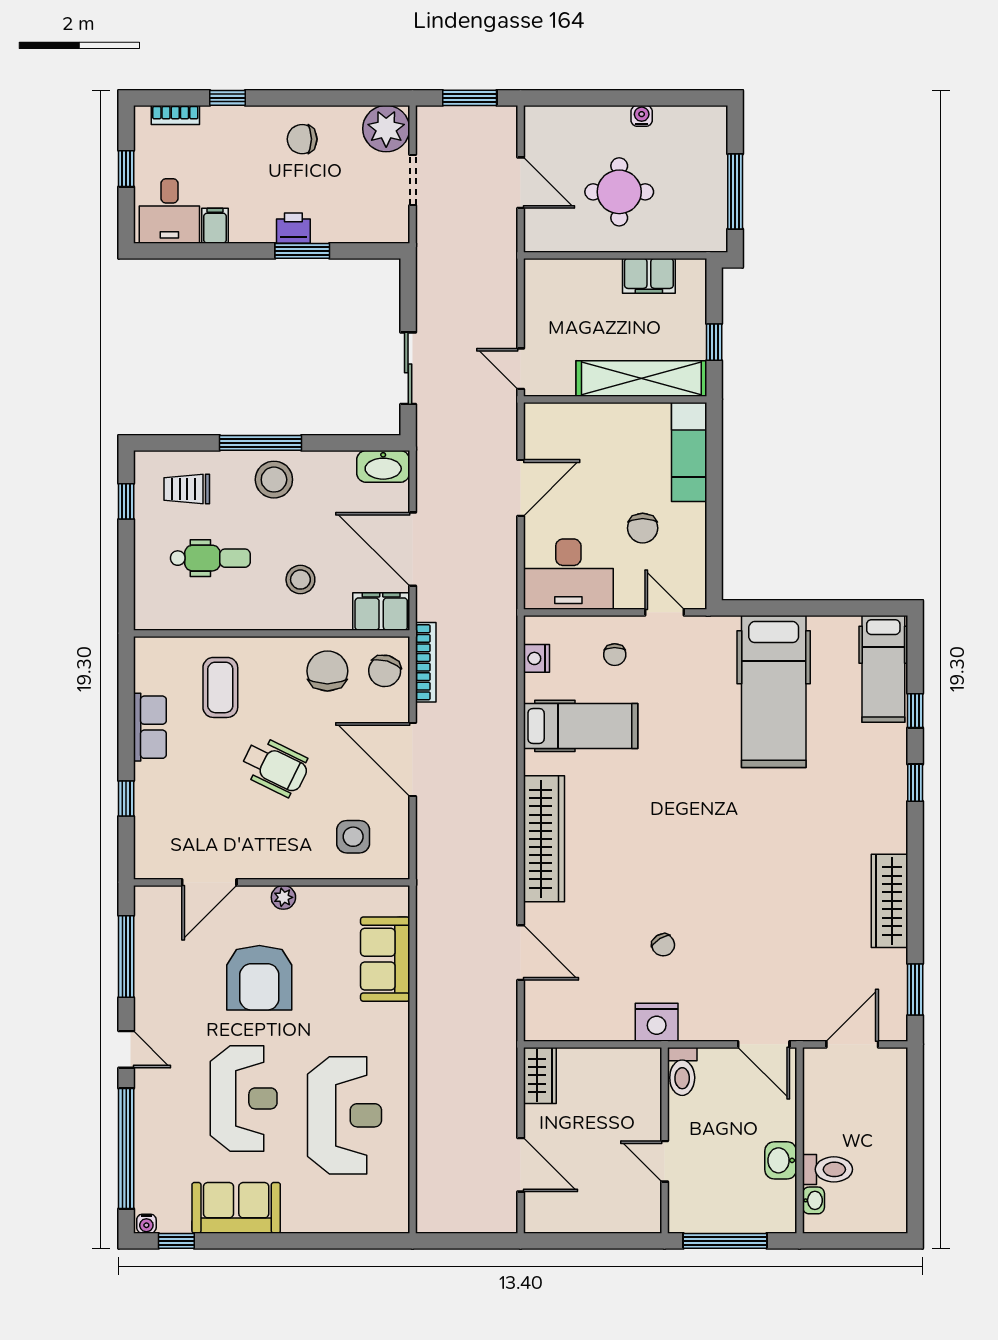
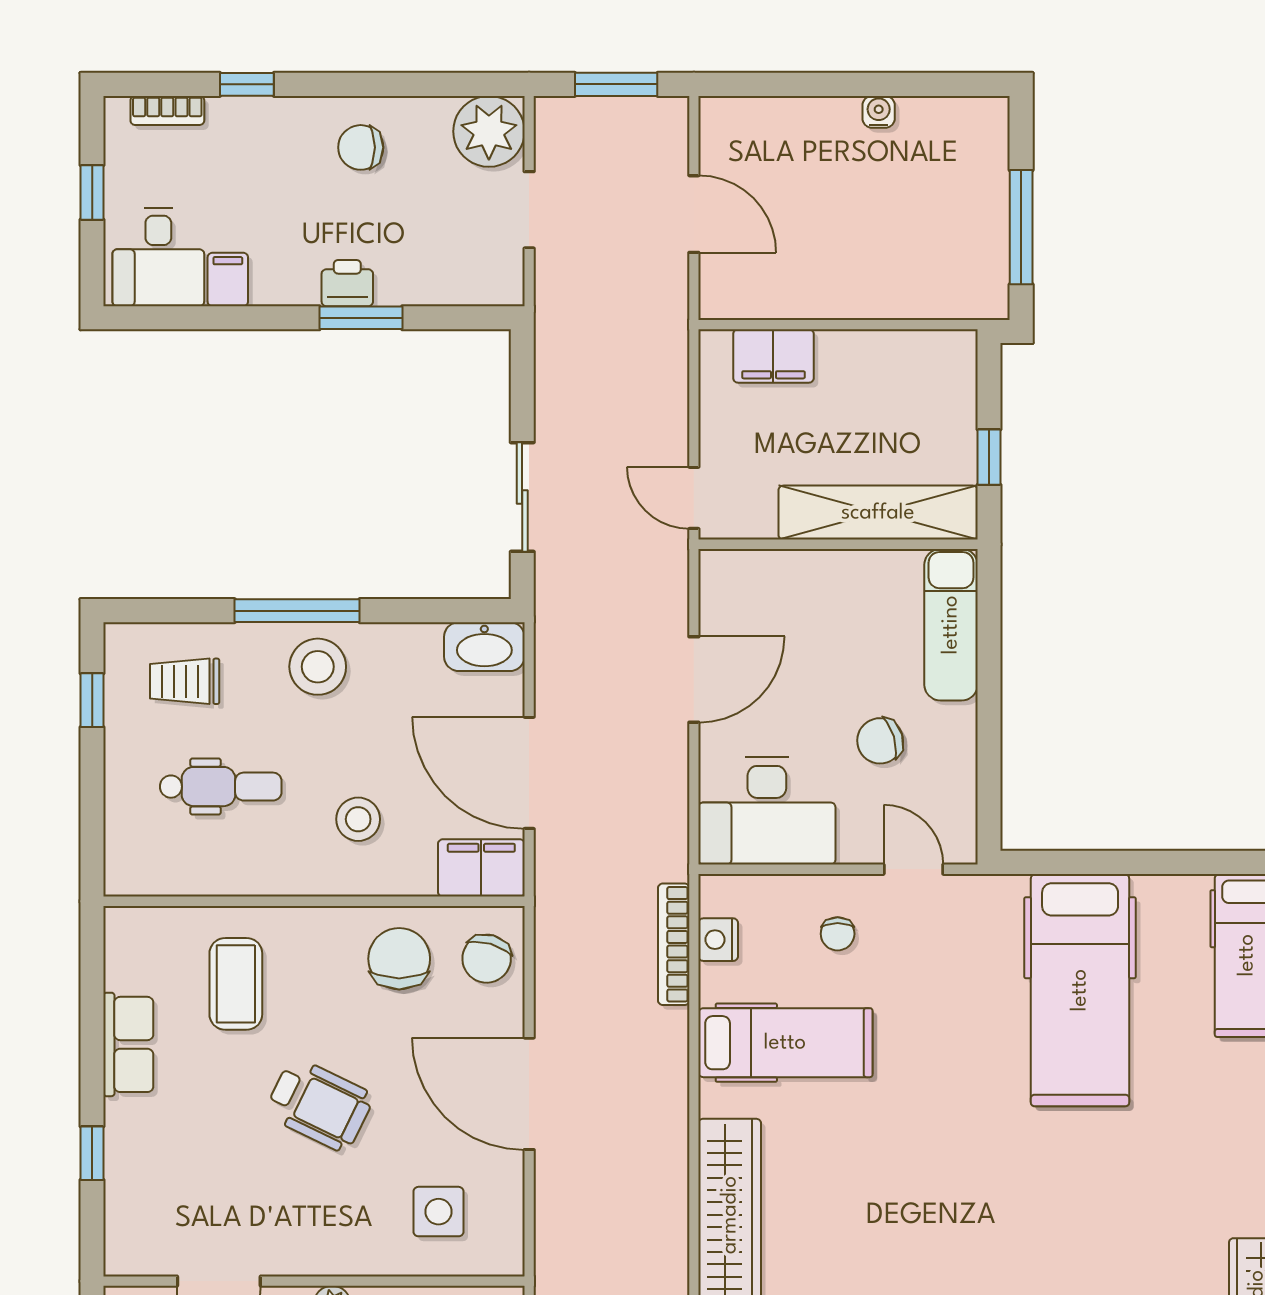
round table: (619, 192) -> (844, 228), removed
filing cabinet: (649, 276) -> (773, 356), moved
chair: (643, 528) -> (880, 741), turned 73
bookcase: (426, 662) -> (674, 944), moved, turned 180

